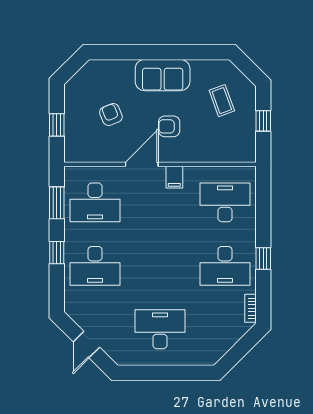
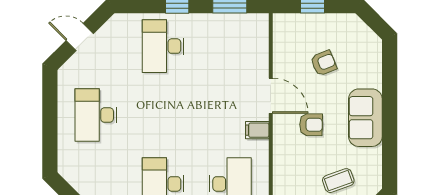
armchair: (169, 126) -> (311, 125), turned 91
desk: (95, 202) -> (230, 46), removed
desk: (160, 329) -> (96, 115), turned 180

